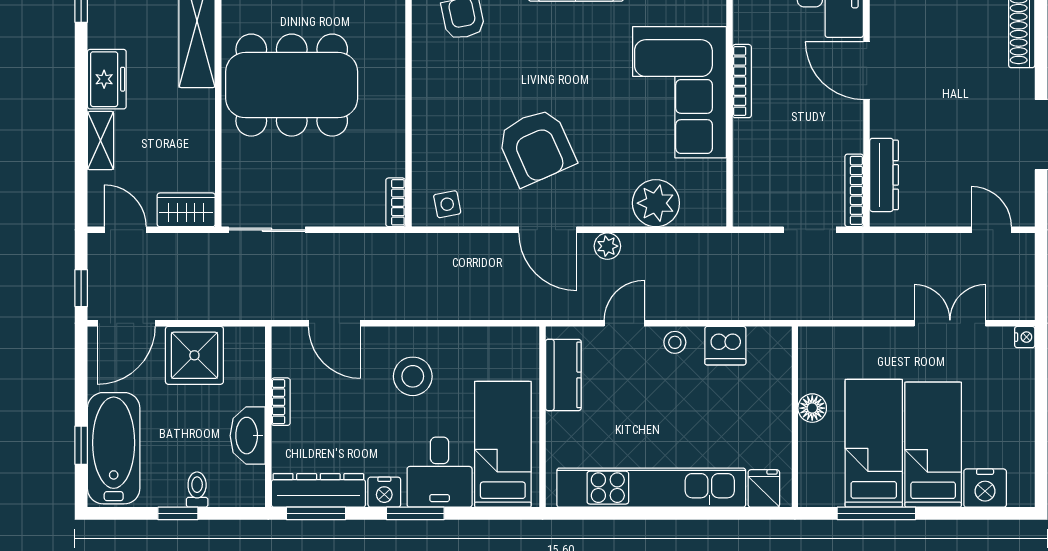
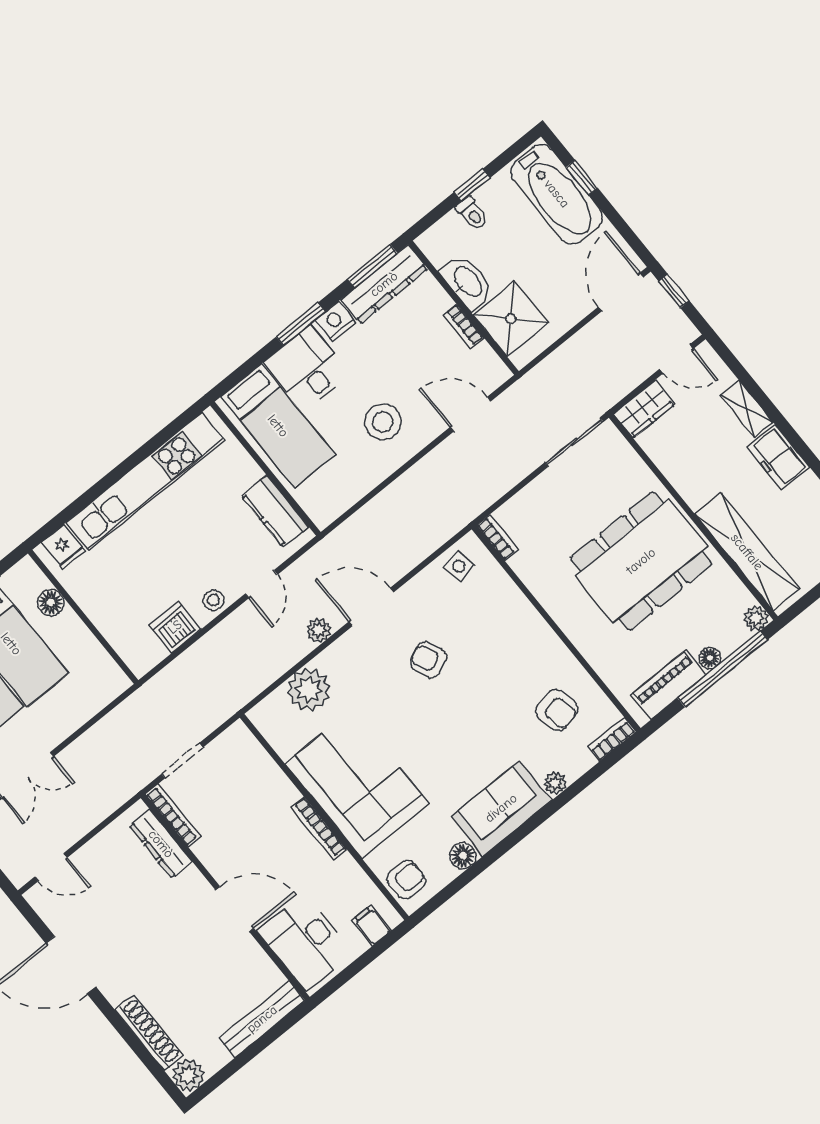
armchair: (536, 147) -> (428, 660), width x0.53, depth x0.53
shower: (194, 355) -> (511, 319), moved
floor lamp: (812, 408) -> (51, 602), moved

